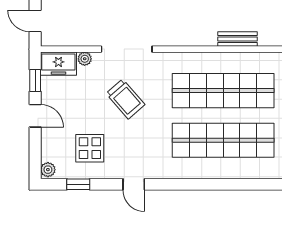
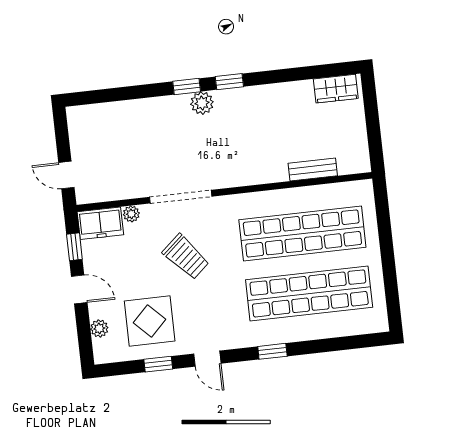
display table: (90, 148) -> (150, 321), width x1.36, depth x1.36
plant: (48, 170) -> (99, 328), moved
window: (78, 184) -> (158, 364), moved
window: (188, 184) -> (272, 351), added

